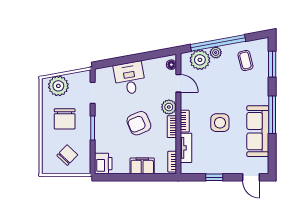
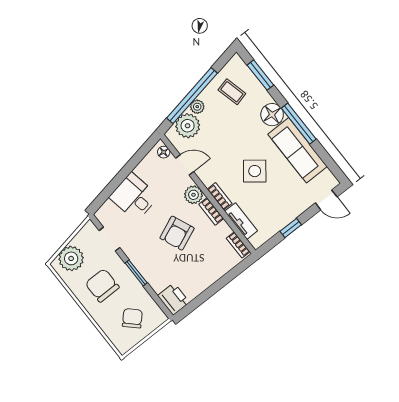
floor lamp: (260, 95) -> (272, 115), added
chair: (65, 119) -> (102, 285), turned 180
side table: (220, 123) -> (255, 171), turned 38
filing cabinet: (142, 166) -> (213, 272), removed

